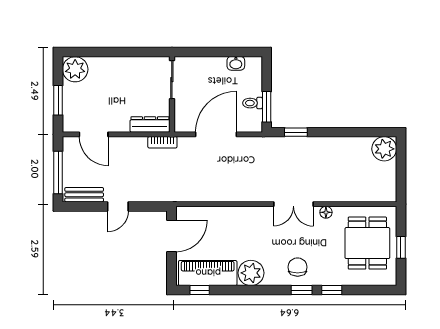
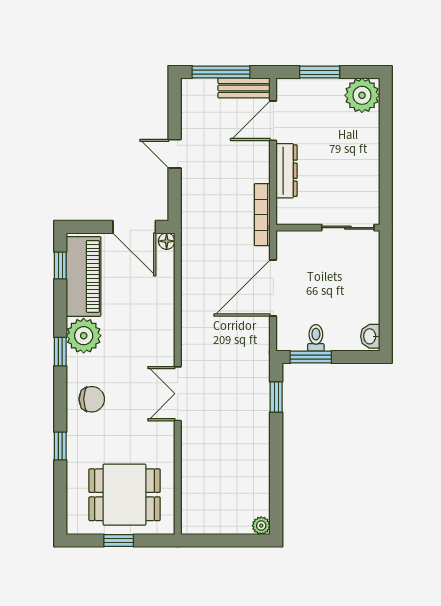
washbasin: (236, 63) -> (370, 336), moved
dresser: (150, 125) -> (287, 171), moved
door: (216, 134) -> (273, 288), swing flipped
bookcase: (162, 142) -> (262, 215), width x1.56
plant: (384, 149) -> (261, 526), width x0.53, depth x0.53
bench: (84, 195) -> (244, 88), moved, turned 90
floor lamp: (326, 212) -> (167, 241), moved
window: (302, 290) -> (60, 352), moved

